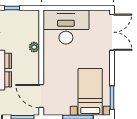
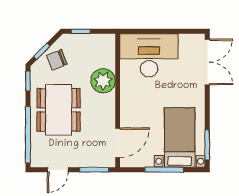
plant: (34, 47) -> (103, 81), width x1.88, depth x1.88
door: (41, 96) -> (118, 143), swing flipped

